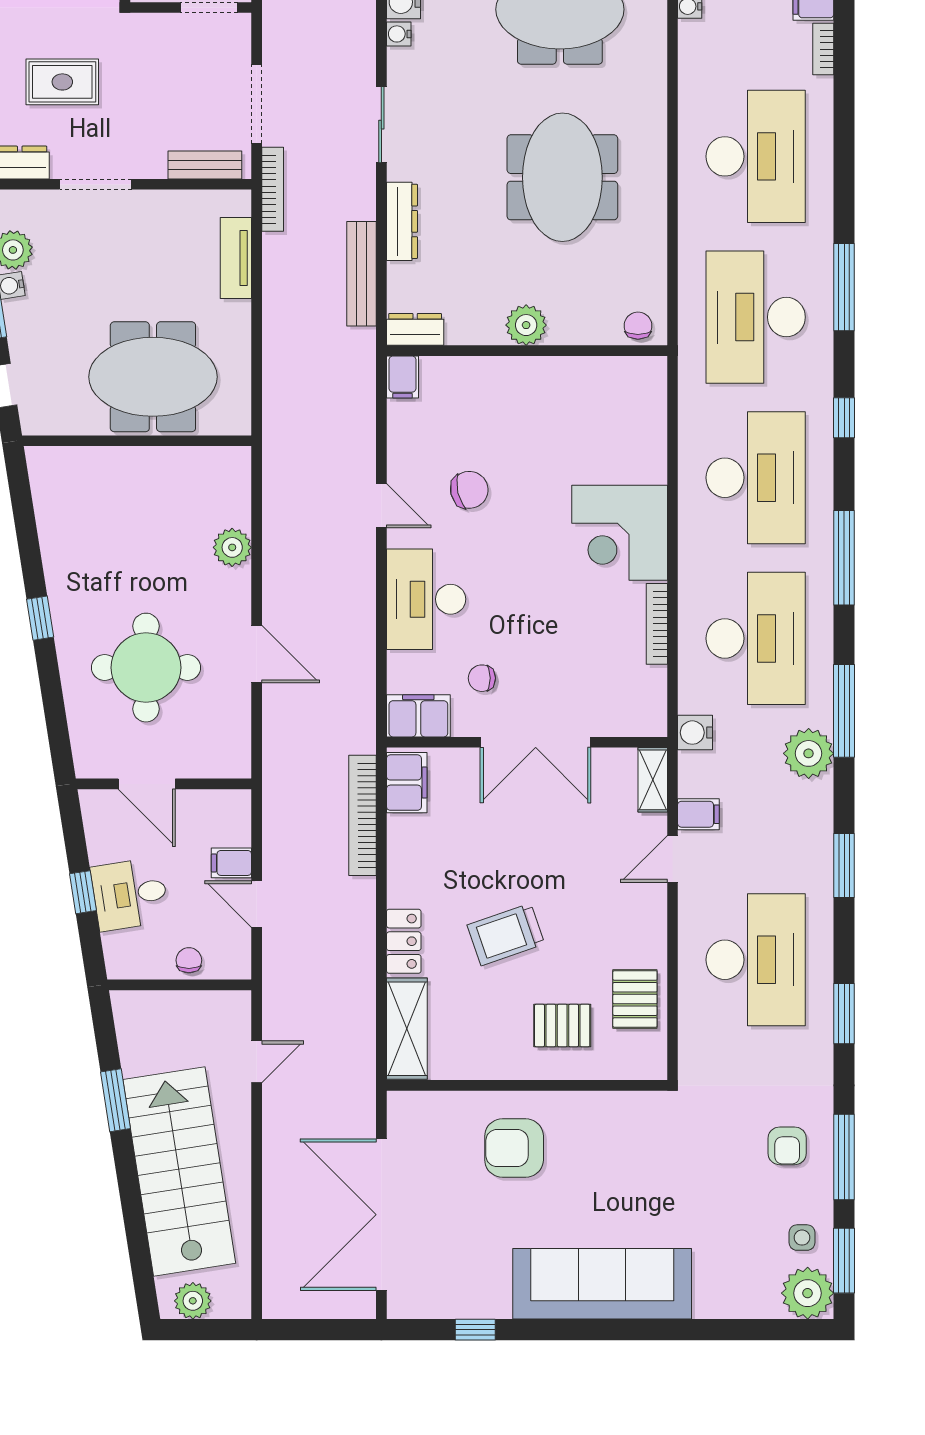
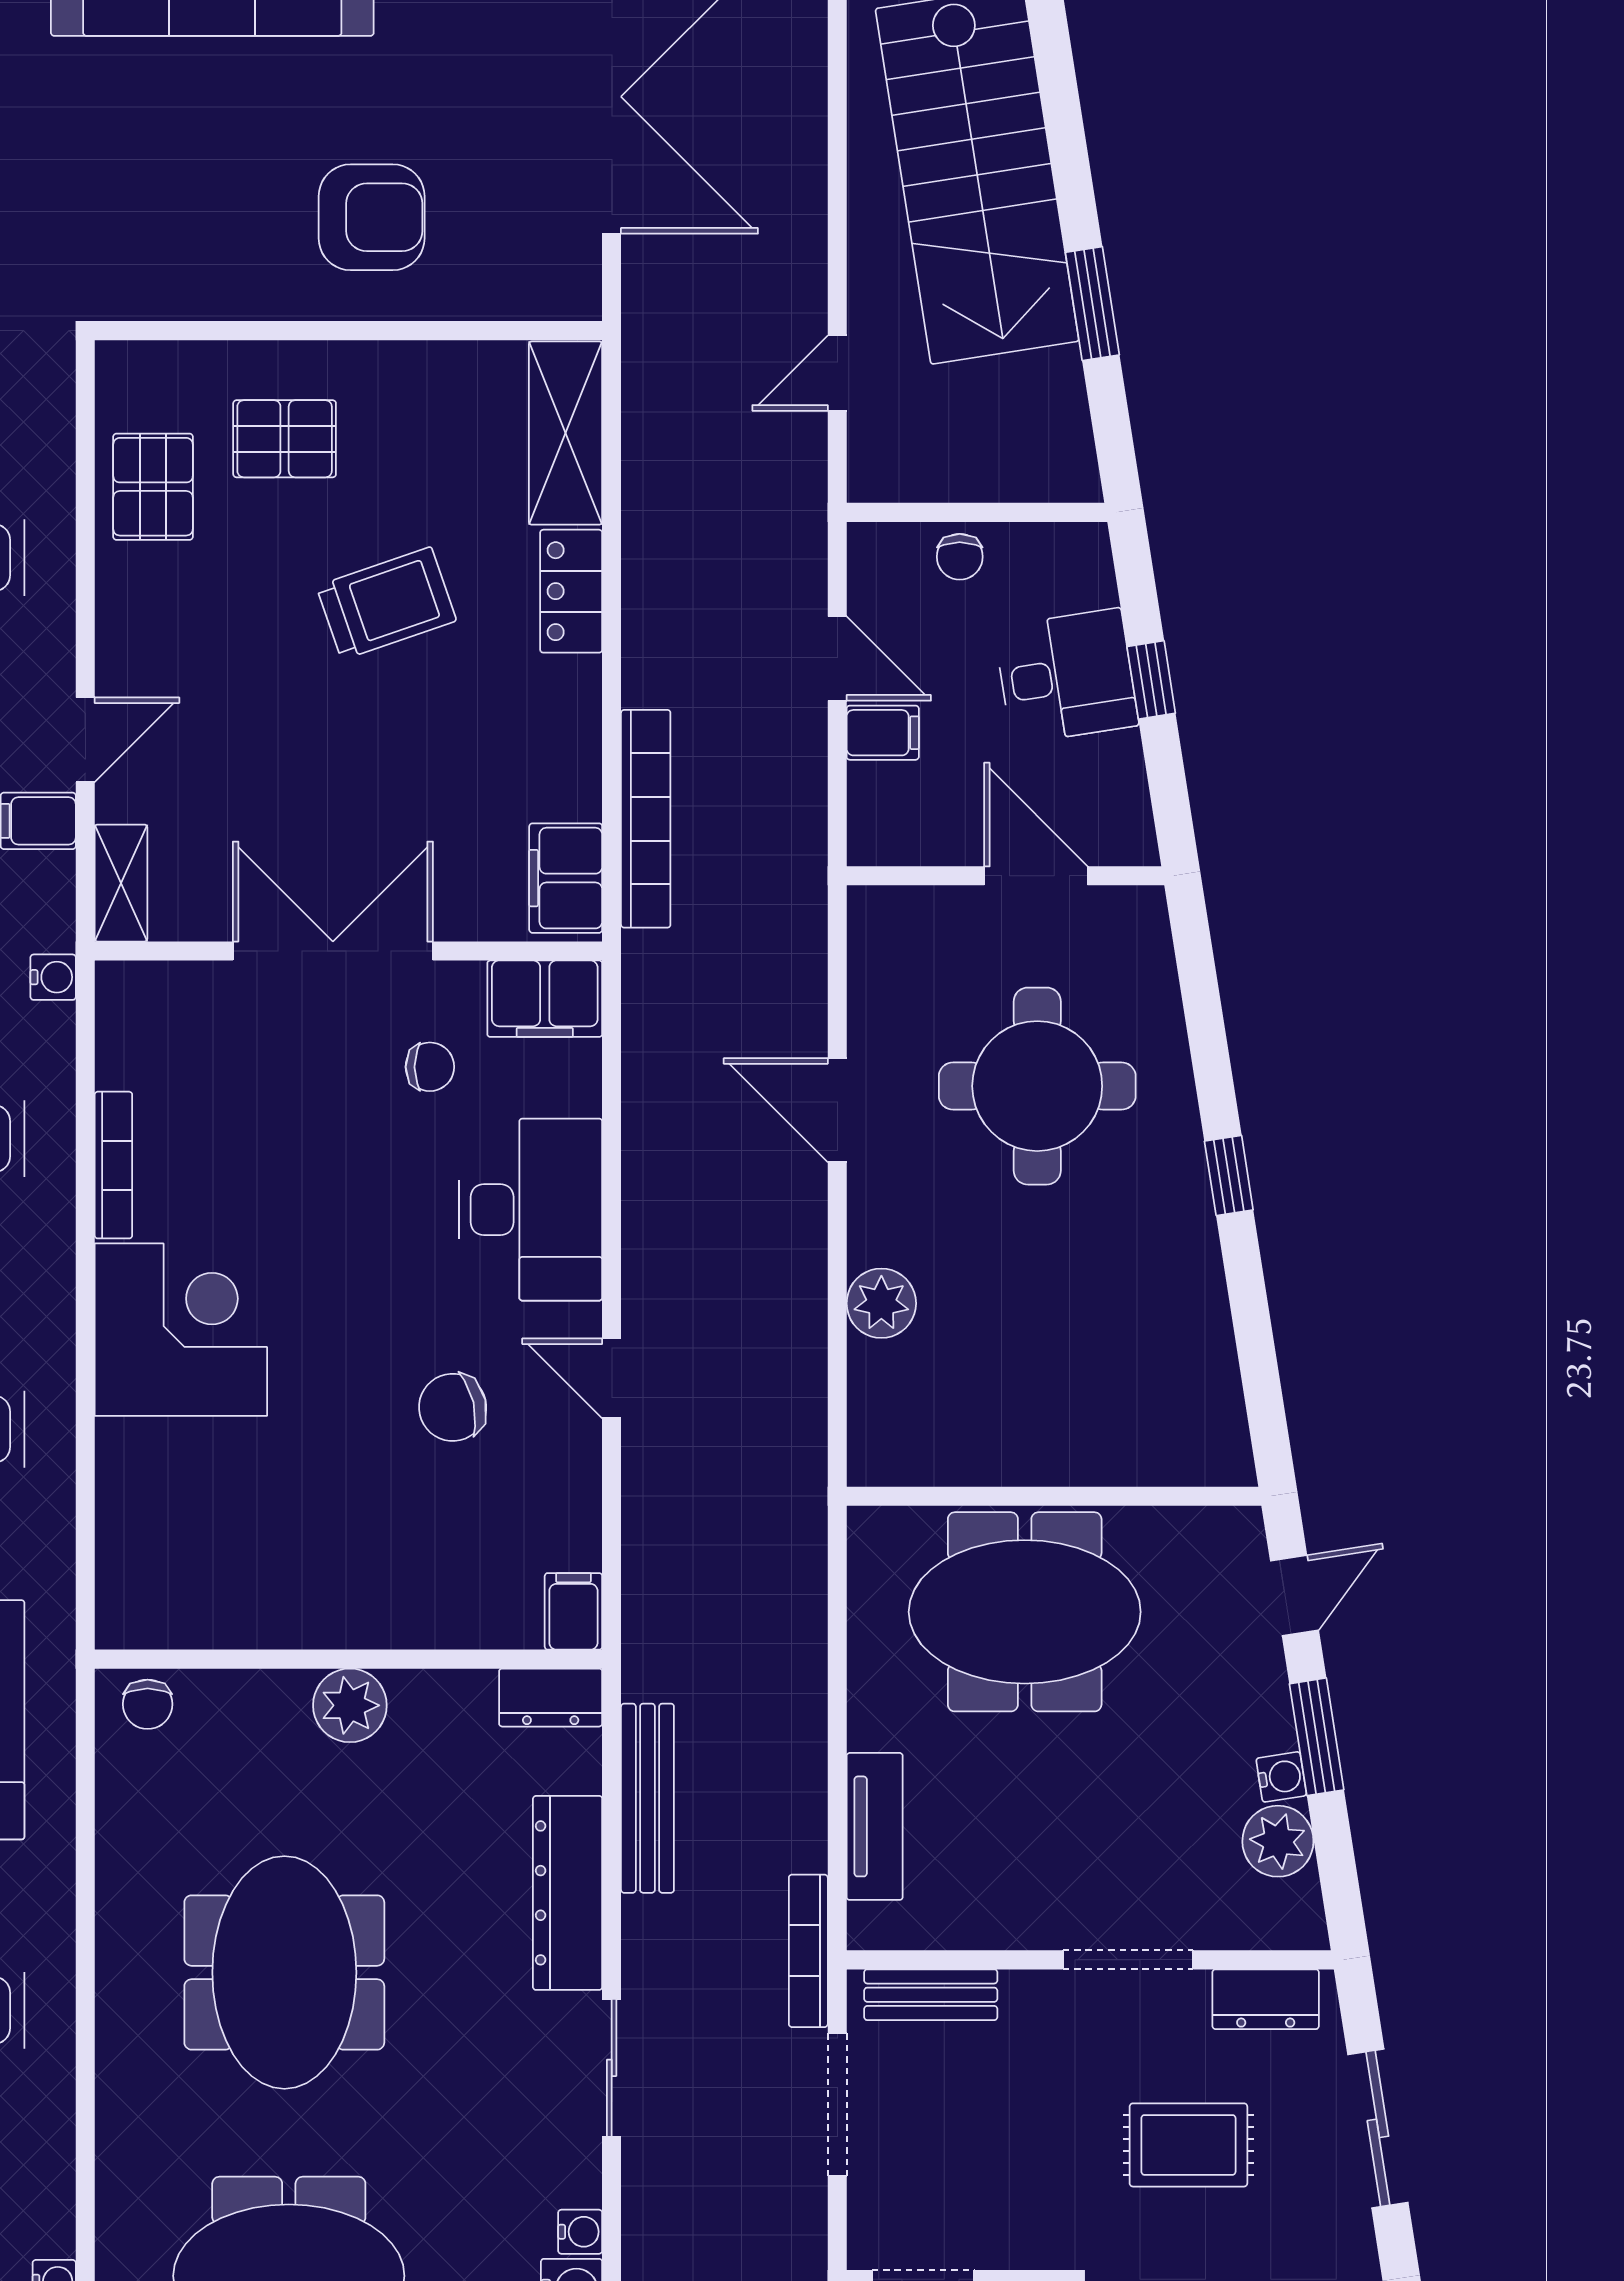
dresser: (402, 221) -> (568, 1893), width x1.37, depth x1.24
water cooler: (695, 733) -> (53, 977), width x0.72, depth x0.72

